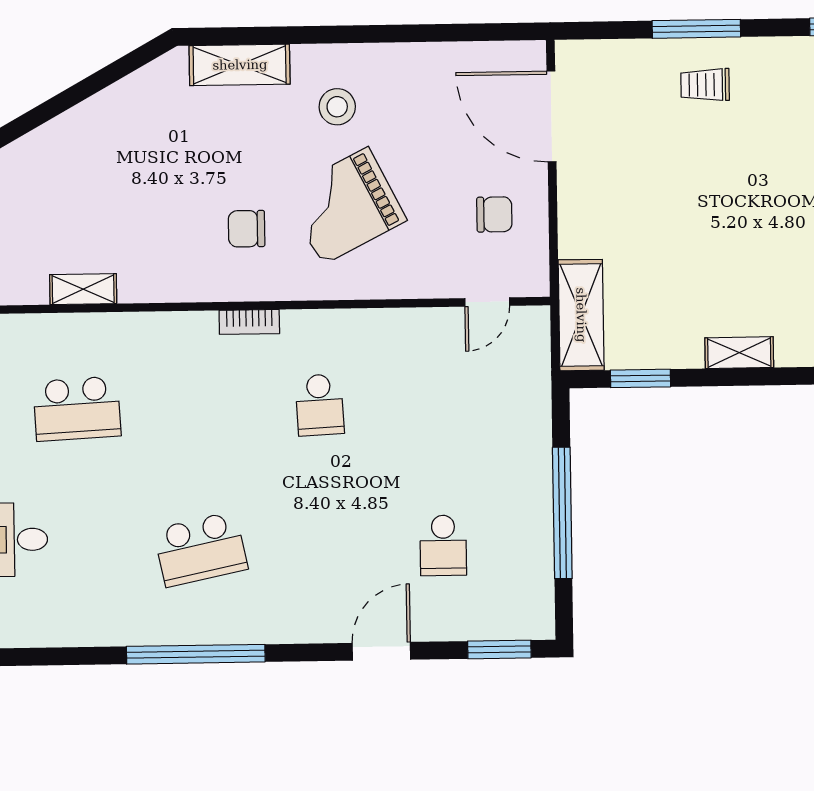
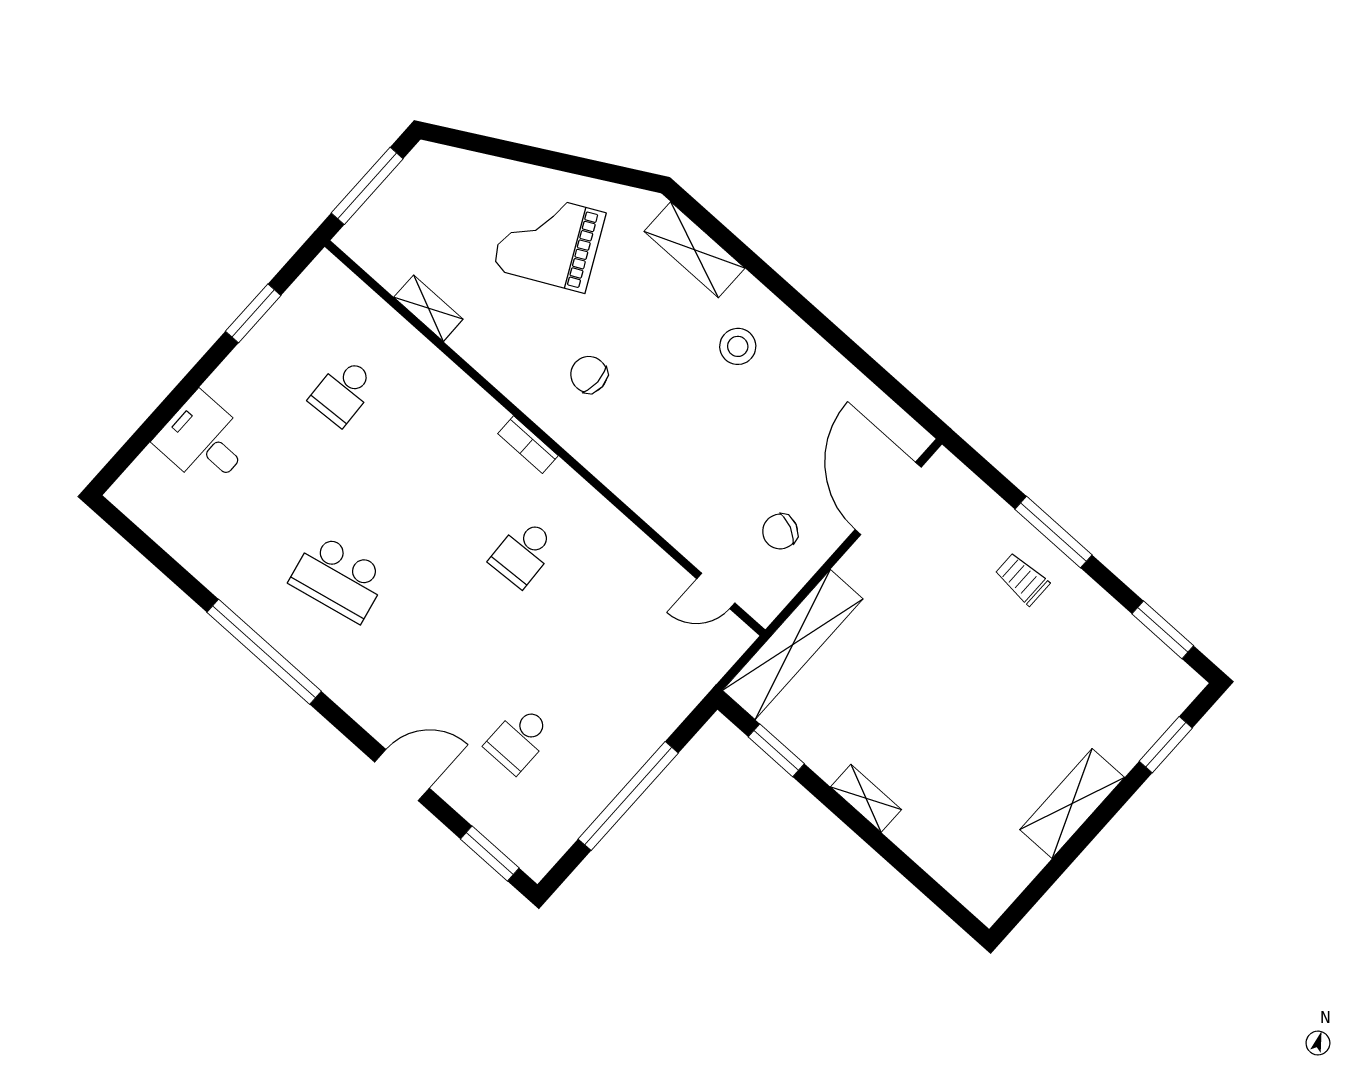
grand piano: (345, 206) -> (549, 241), moved
chair: (494, 214) -> (780, 532), turned 115
shelving: (581, 315) -> (793, 645), width x1.47
school desk: (77, 409) -> (343, 392), width x0.54

